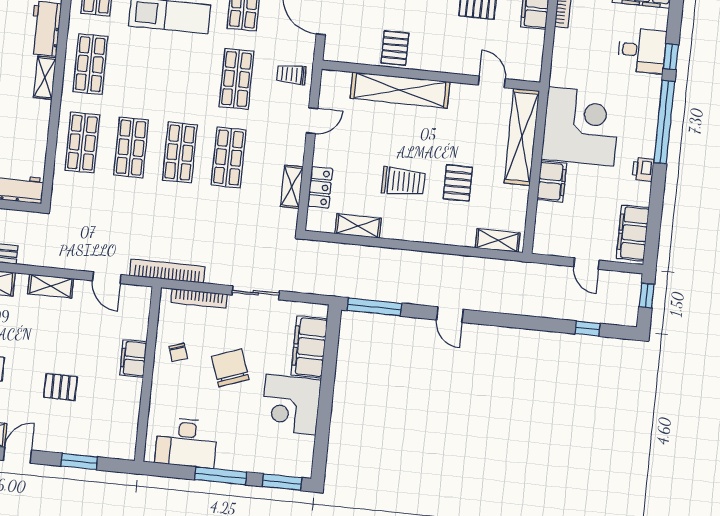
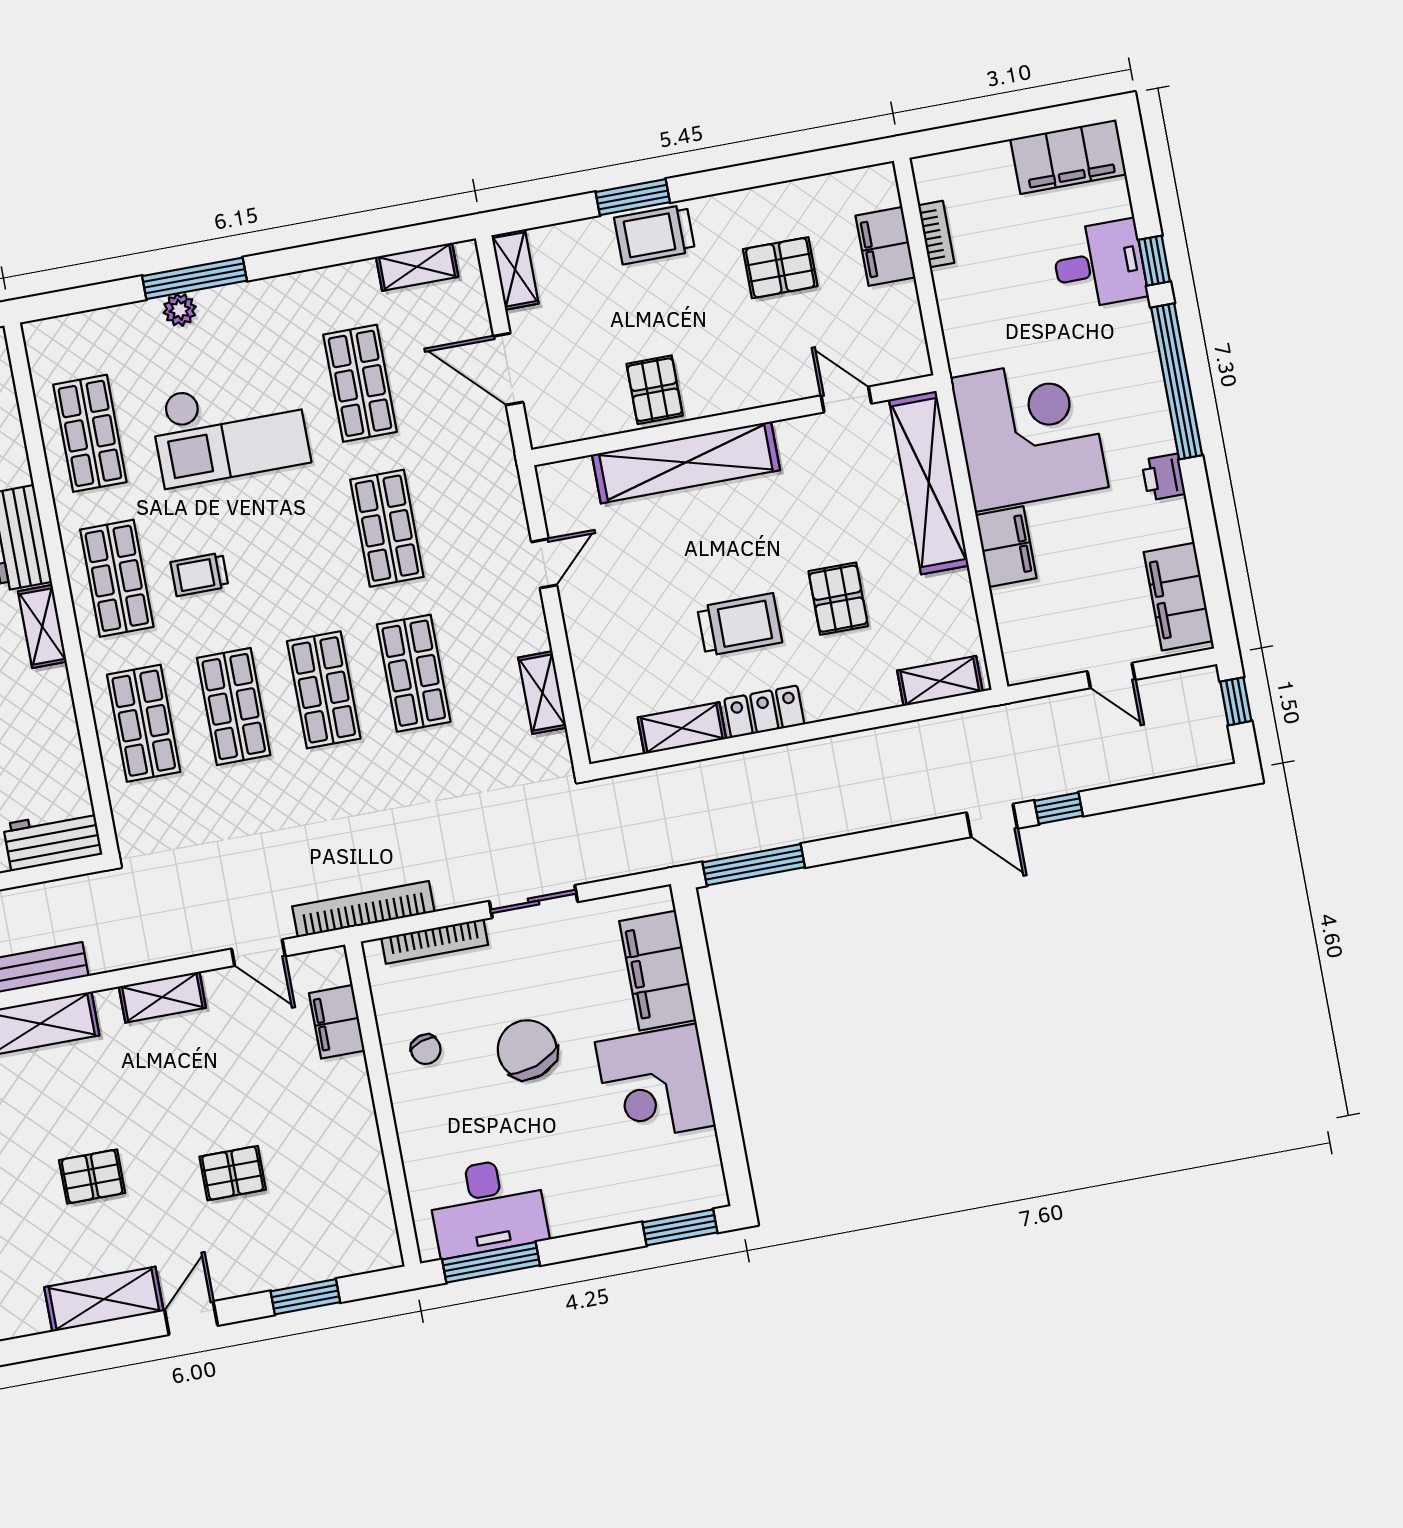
trolley: (291, 74) -> (199, 574), moved
locker: (320, 187) -> (764, 712), moved, turned -90
door: (450, 315) -> (992, 821), moved
window: (588, 329) -> (1059, 808), moved
filing cabinet: (133, 359) -> (337, 1022), moved
window: (221, 476) -> (491, 1262), moved

